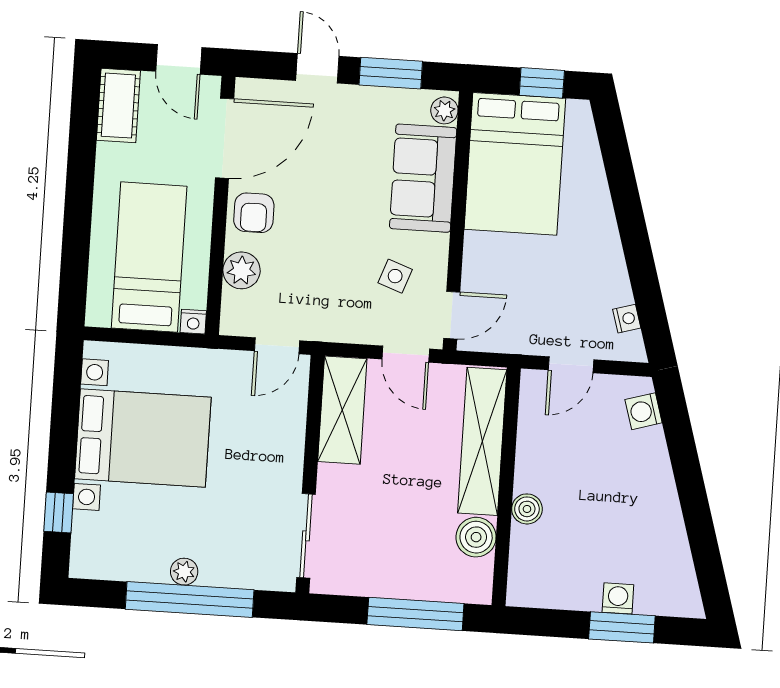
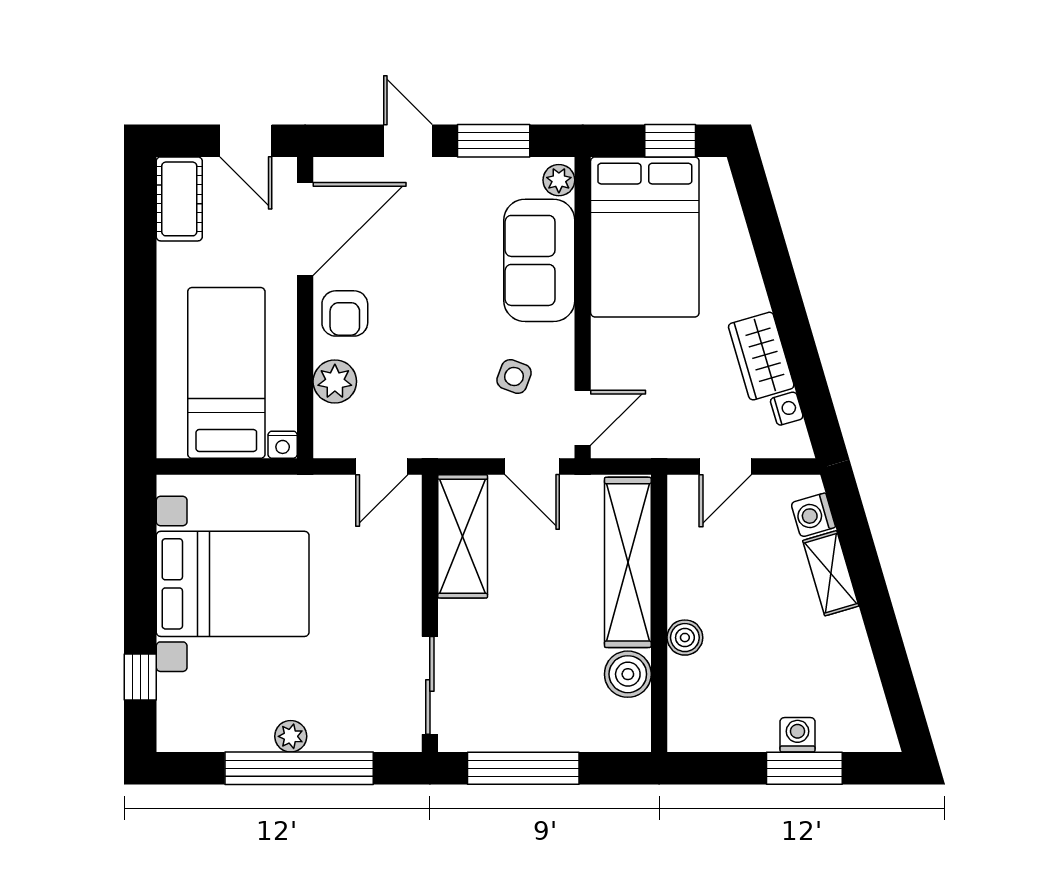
wardrobe: (608, 272) -> (761, 356), added
shelving: (655, 462) -> (831, 573), added
window: (415, 614) -> (523, 768), moved

